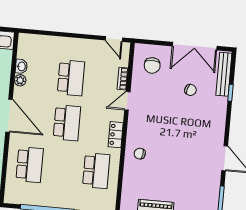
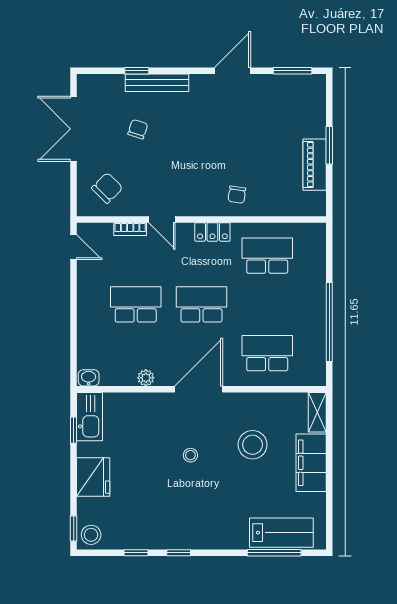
door: (114, 39) -> (74, 247), hinge flipped
double door: (195, 46) -> (74, 129), swing flipped
chair: (152, 65) -> (107, 188), turned -45
washbasin: (21, 66) -> (89, 378), moved
bench: (224, 74) -> (157, 83), moved

